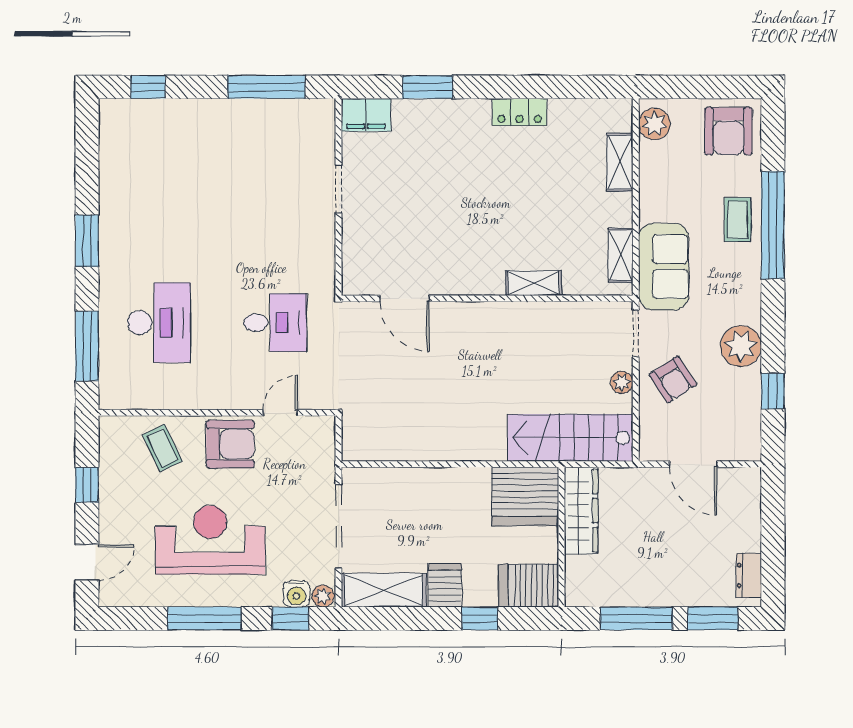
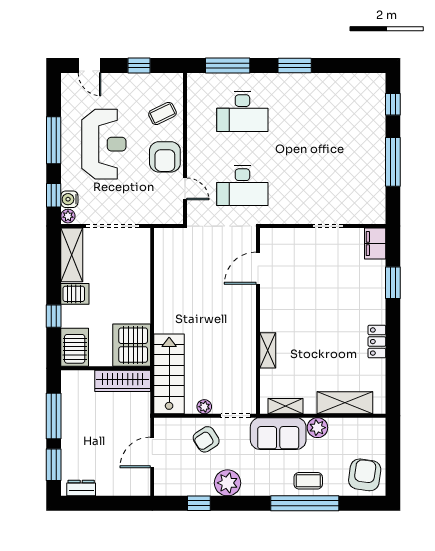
window: (266, 87) -> (393, 162), moved
plant: (654, 124) -> (317, 428), moved
armchair: (728, 131) -> (365, 475), turned 98
shelving: (620, 162) -> (345, 403), width x1.50, depth x1.33
desk: (275, 323) -> (242, 186), width x1.37

